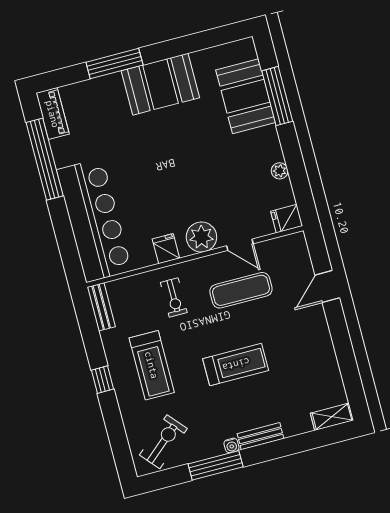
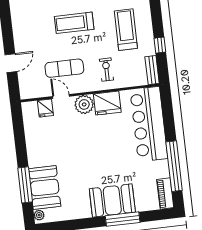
booth: (160, 84) -> (112, 200), moved
plant: (280, 171) -> (39, 215), moved
fridge: (287, 219) -> (45, 108), moved, turned 90
fridge: (166, 249) -> (107, 103), width x1.88, depth x1.34
window: (102, 380) -> (160, 45), moved

